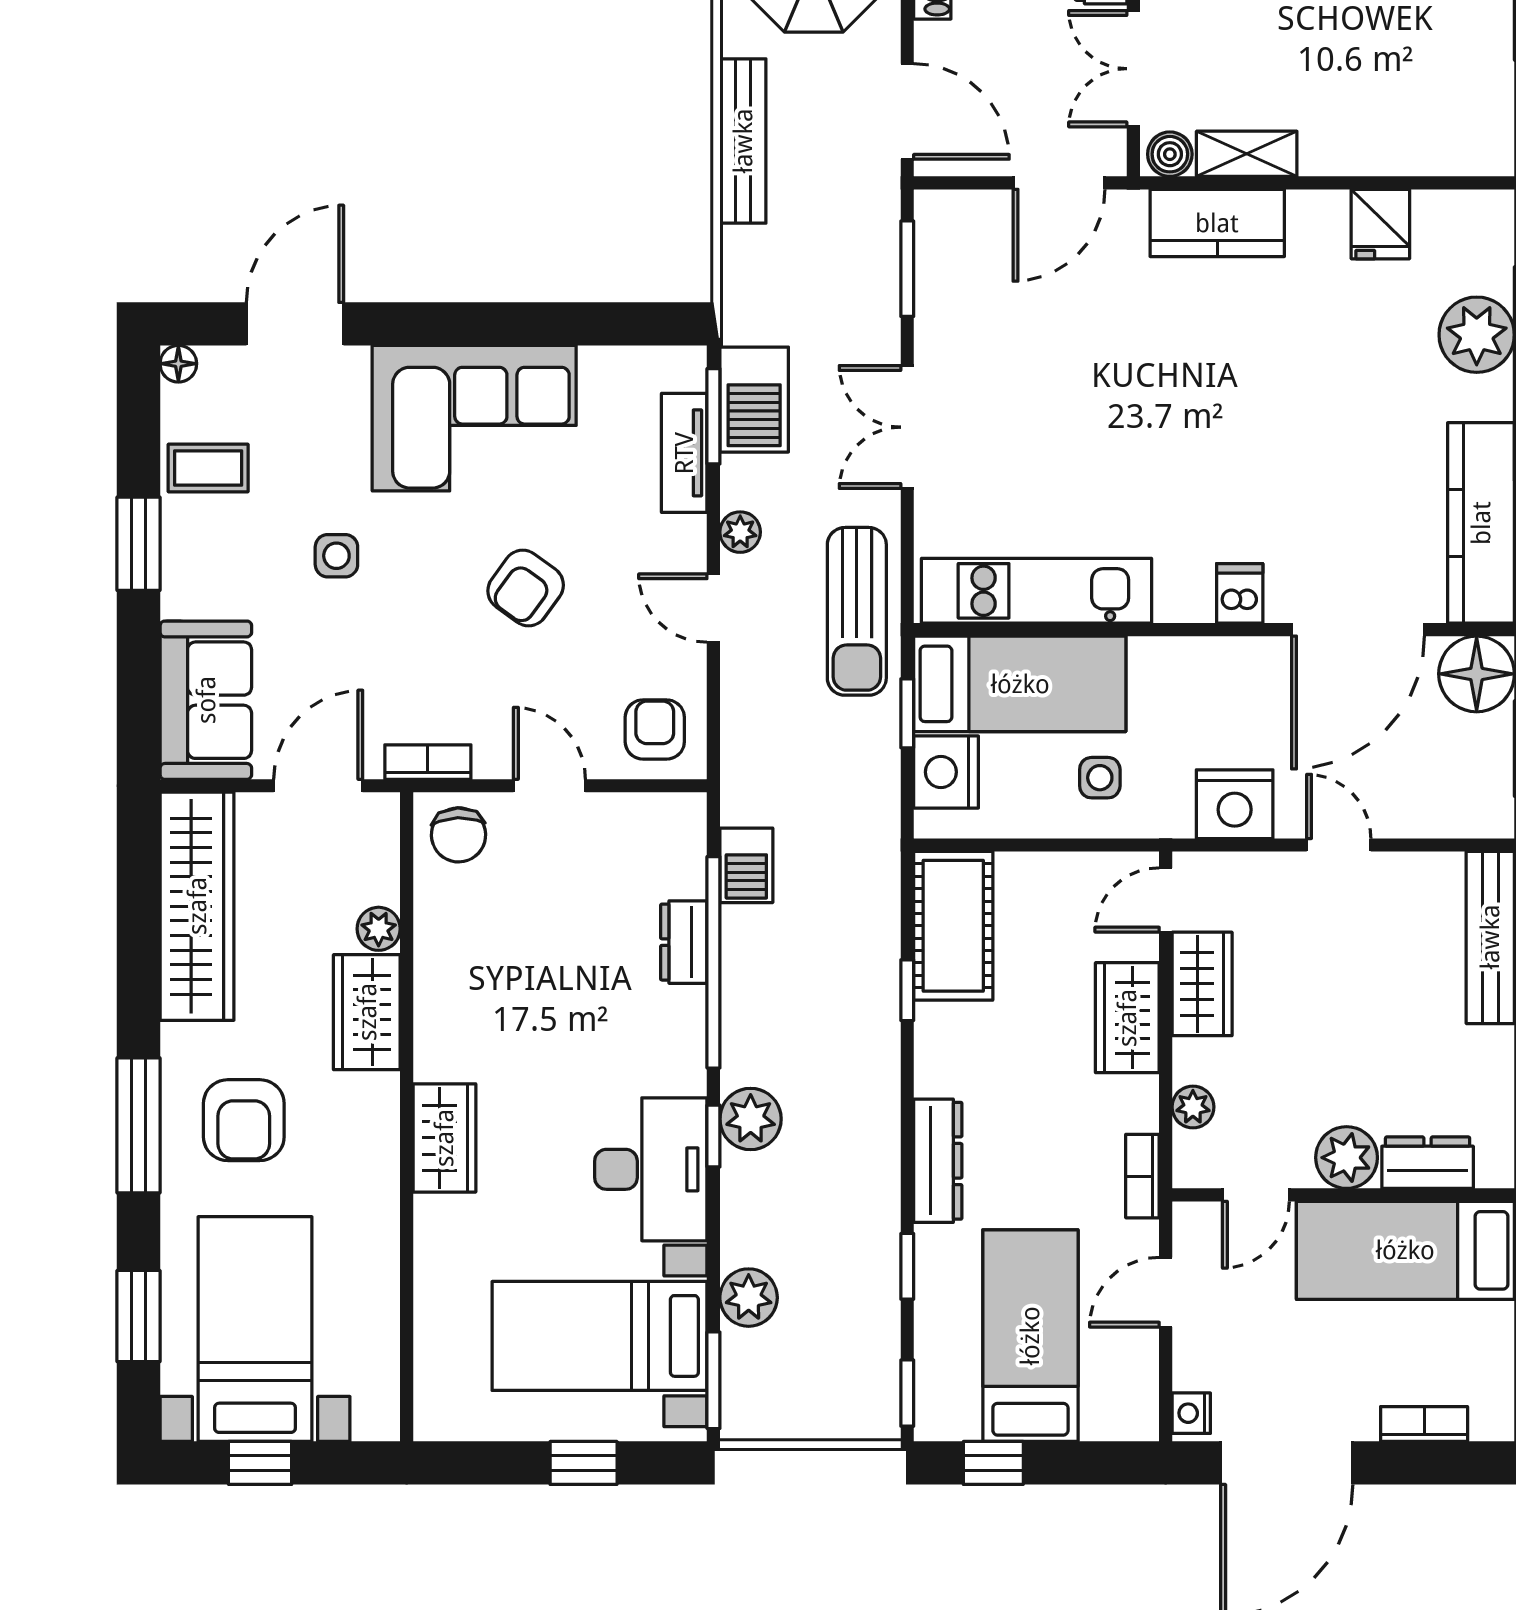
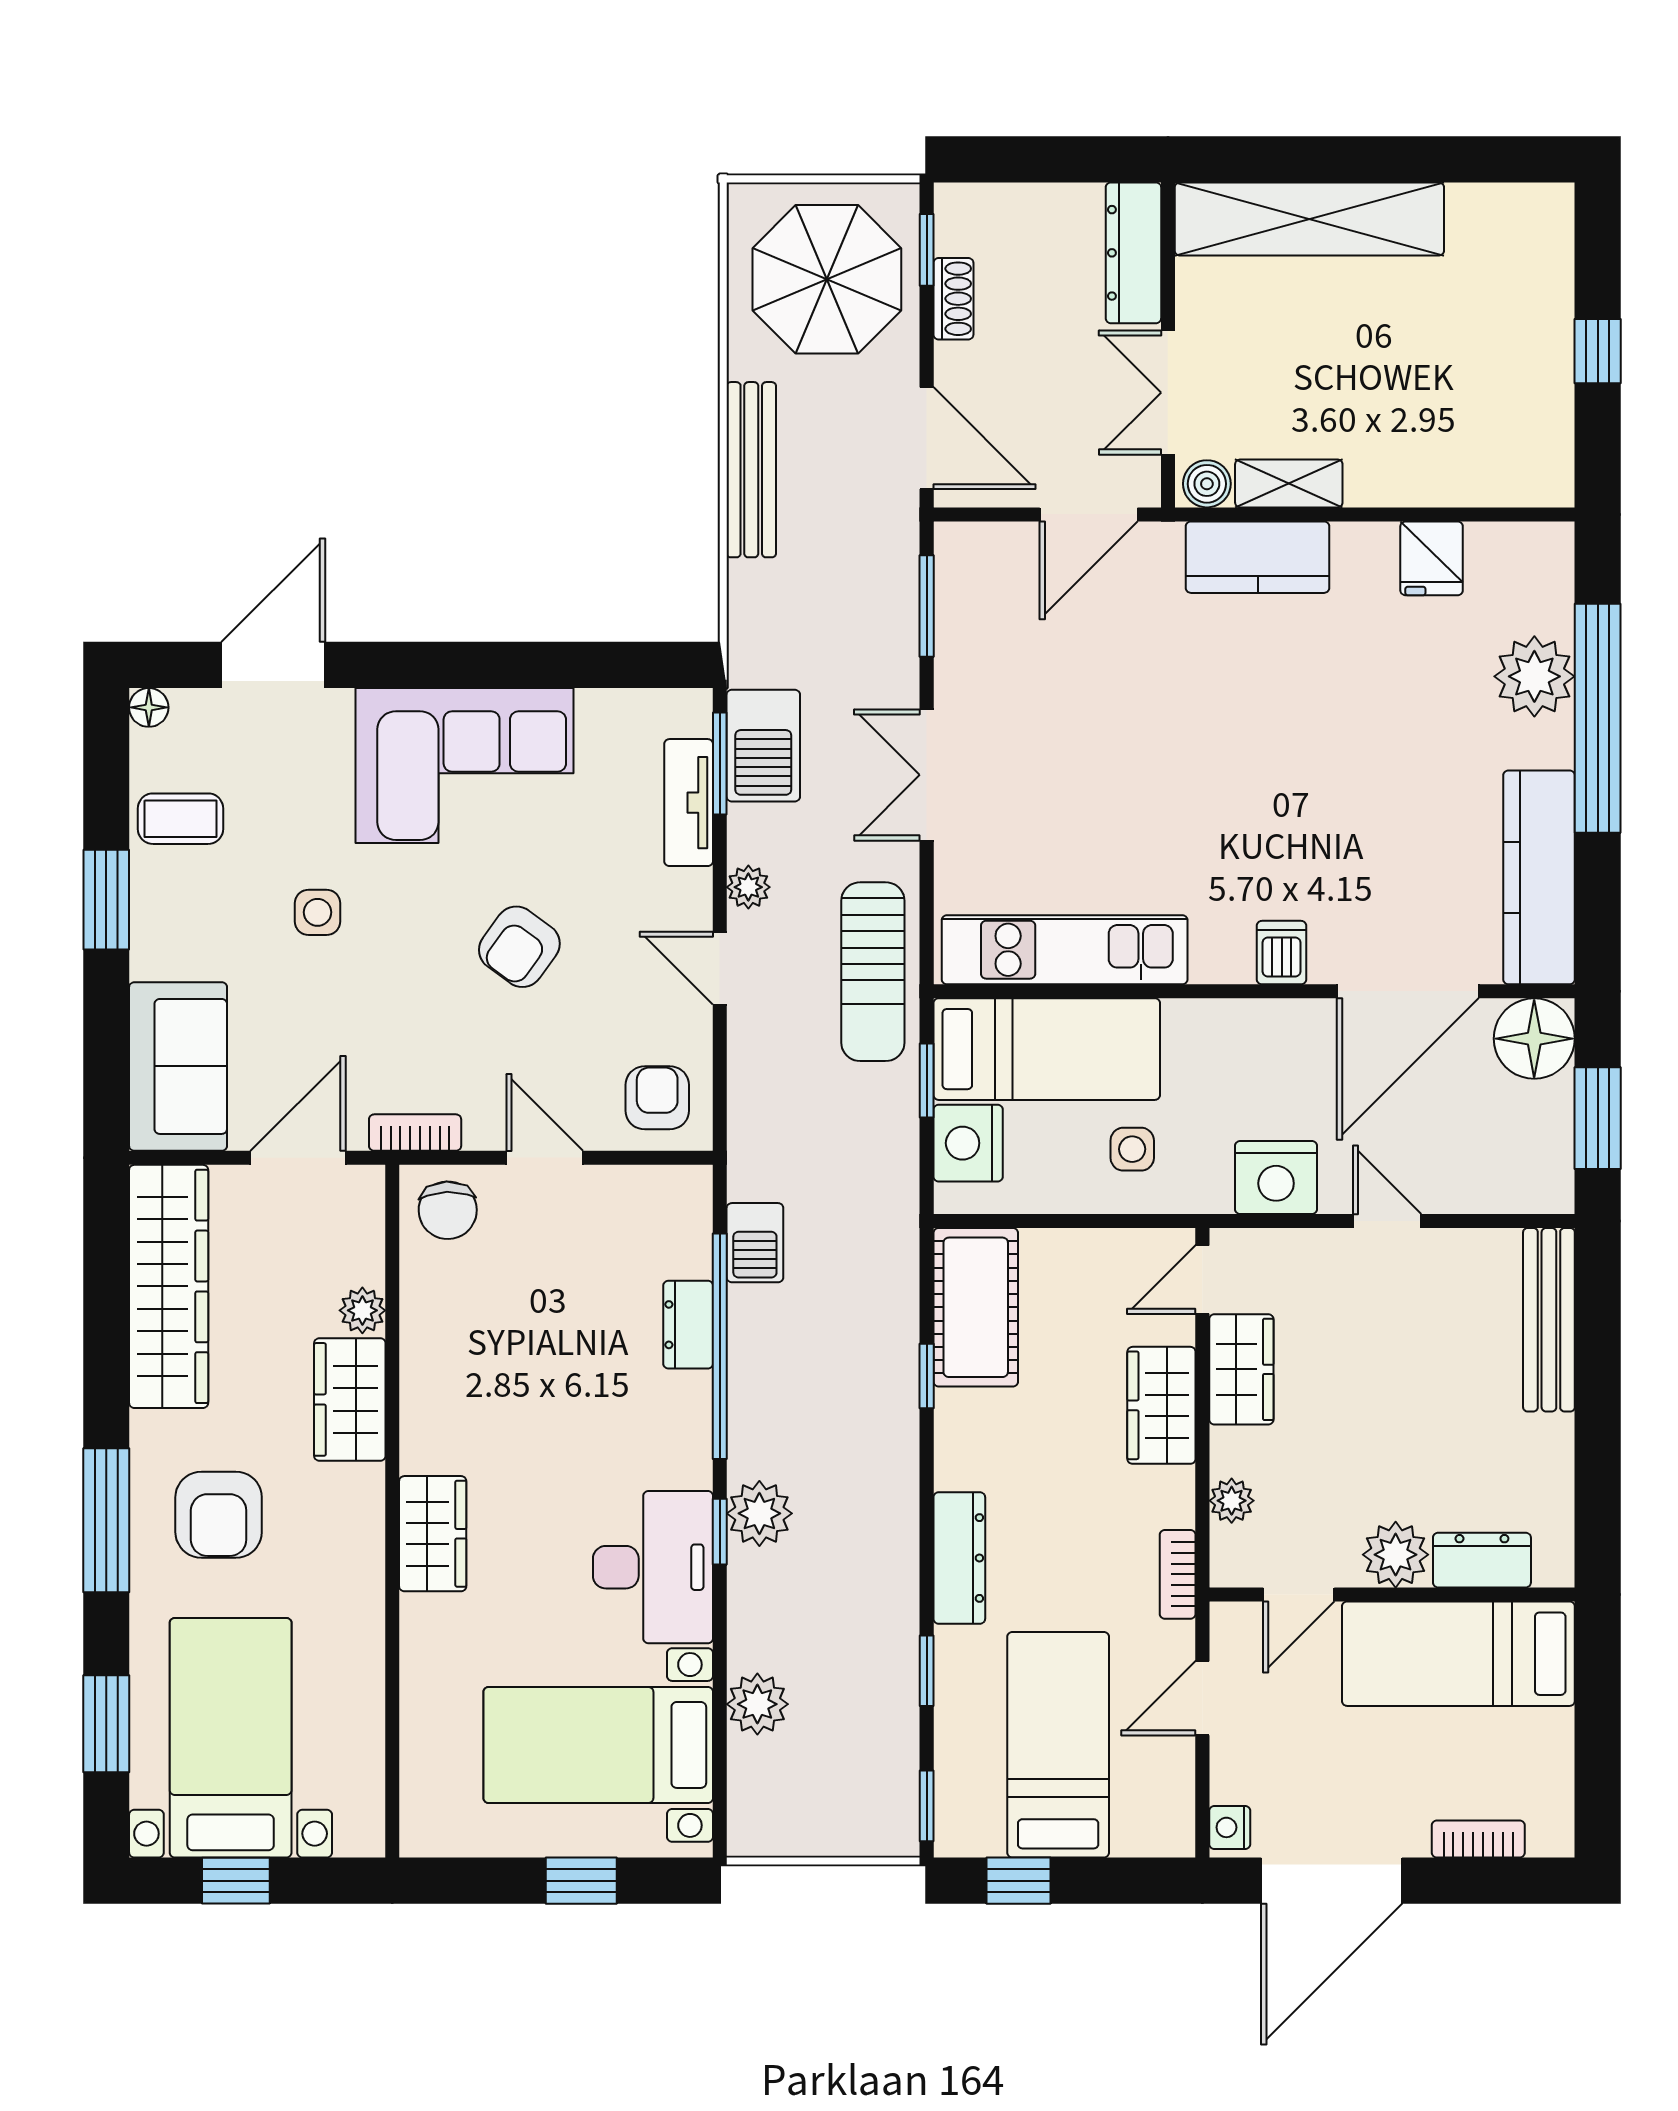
window: (713, 1380) -> (720, 1792), removed

